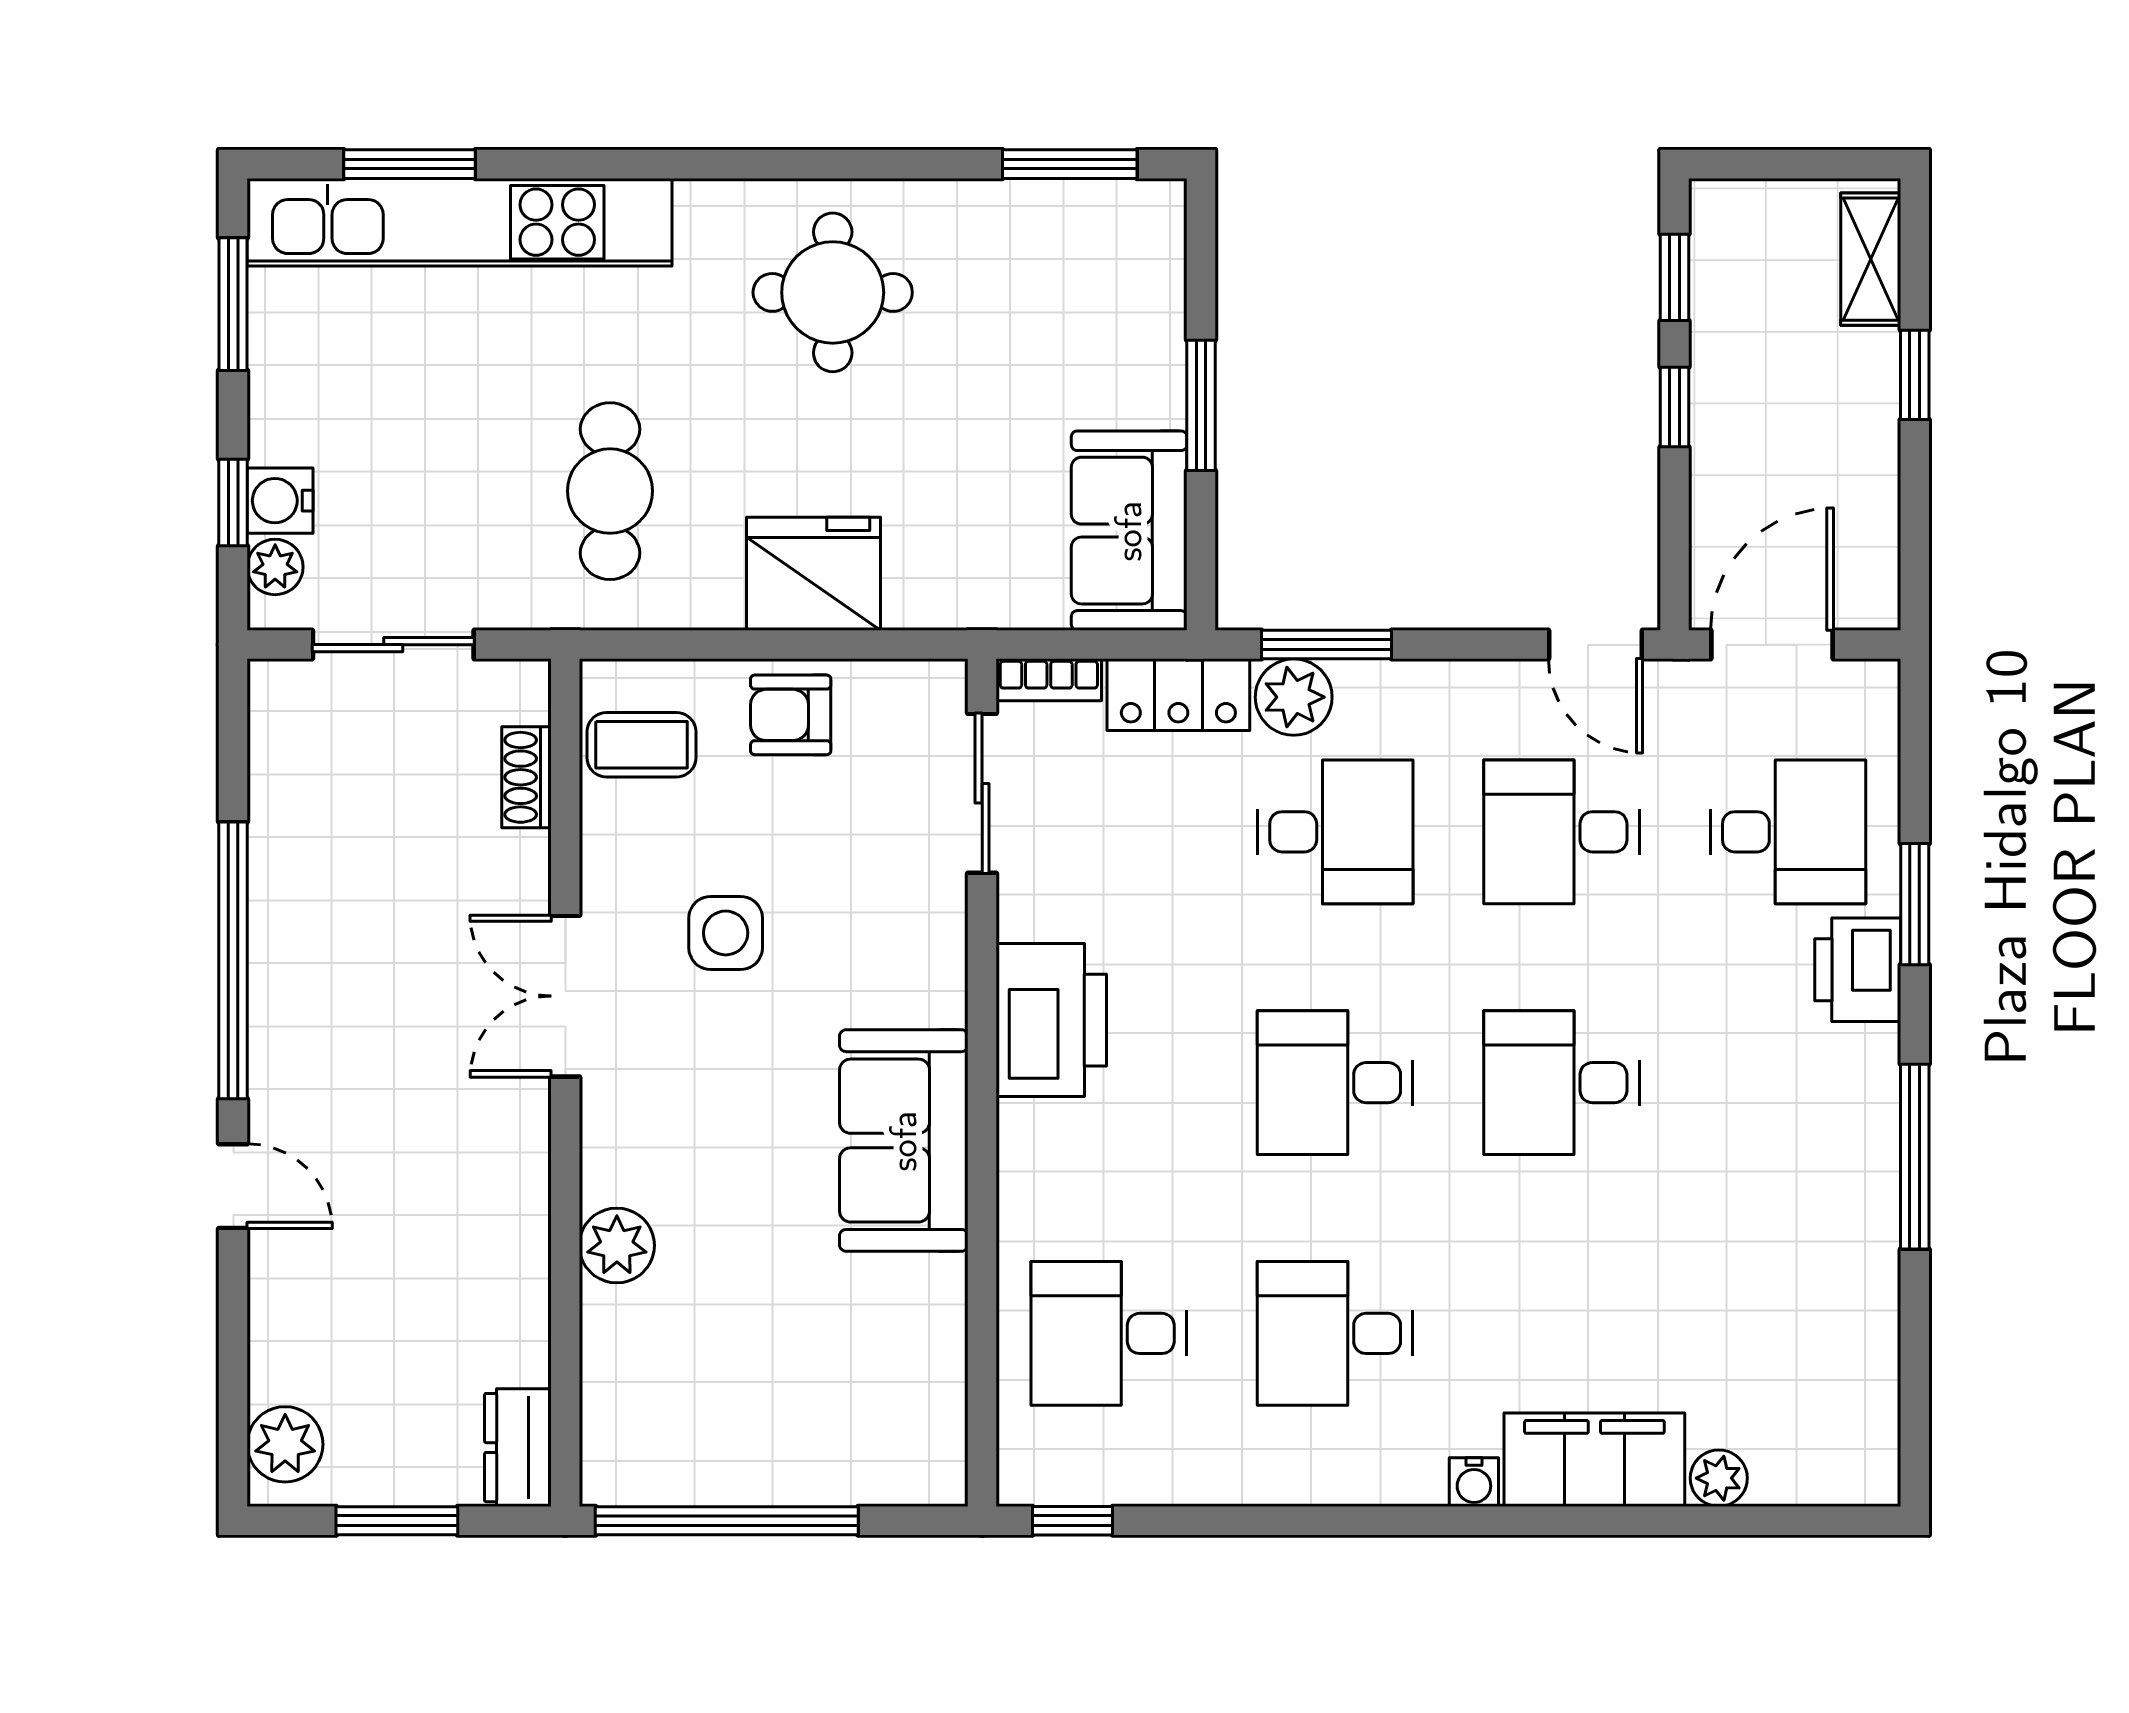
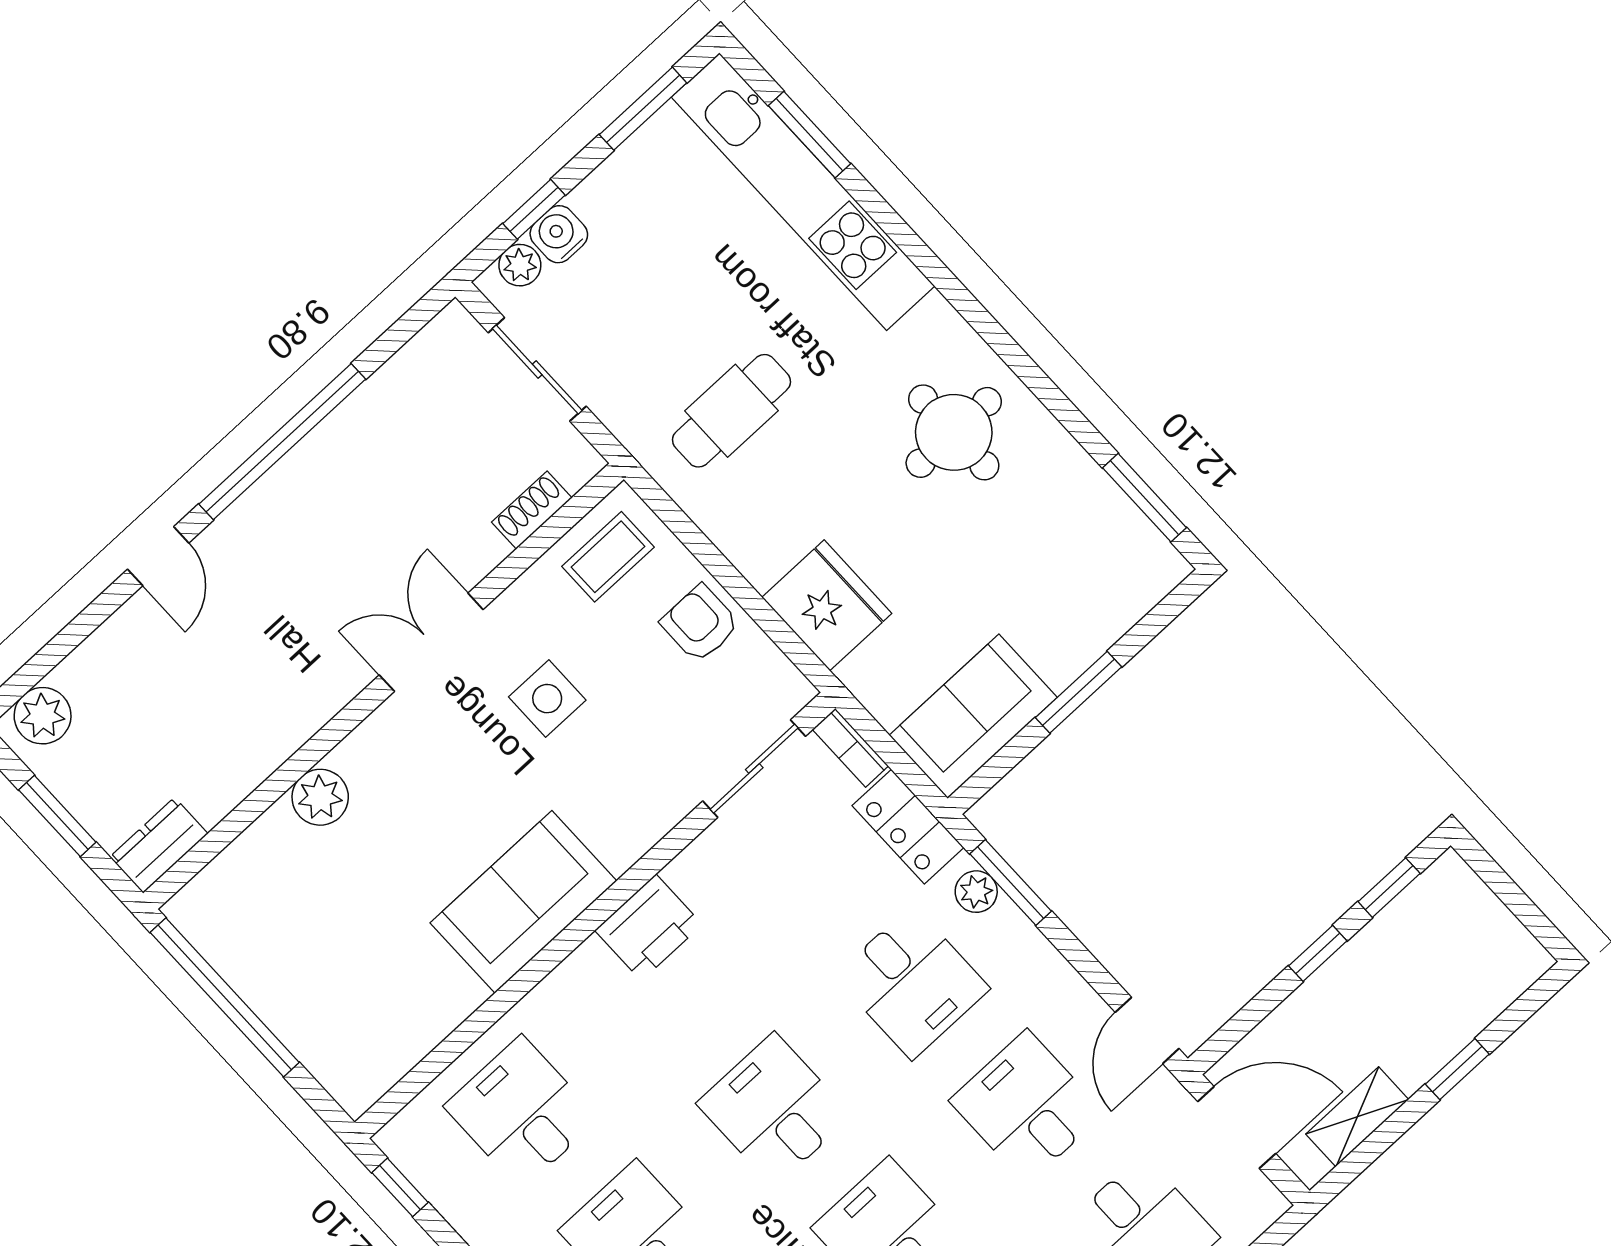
shelving: (1871, 259) -> (1357, 1117), moved
fridge: (813, 574) -> (827, 605), moved
plant: (1294, 697) -> (976, 892), width x0.73, depth x0.73
coffee table: (641, 745) -> (608, 557), turned 90
printer: (1051, 1020) -> (649, 927), width x0.73, depth x0.84

